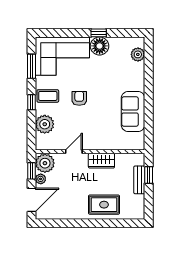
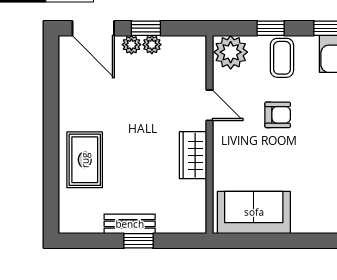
door: (74, 152) -> (209, 105), moved
wall: (90, 152) -> (209, 134), moved
wardrobe: (101, 161) -> (193, 155), moved
plant: (45, 163) -> (152, 45), width x0.53, depth x0.53

